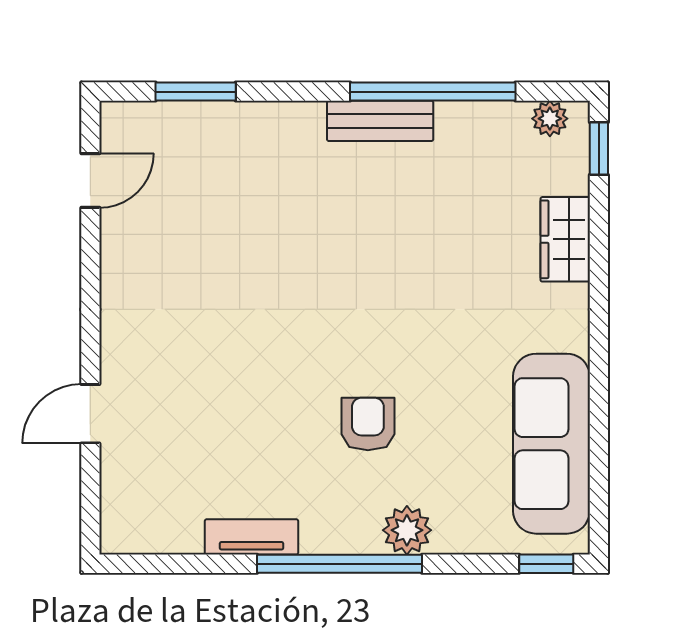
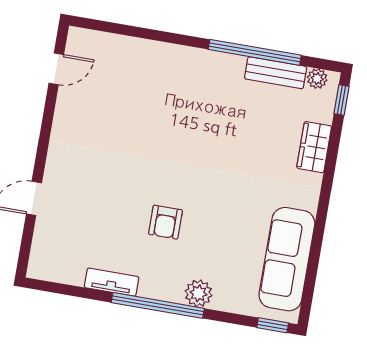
window: (196, 92) -> (123, 30), removed
bench: (380, 121) -> (276, 73), moved
armchair: (368, 424) -> (165, 222), moved, turned 180

